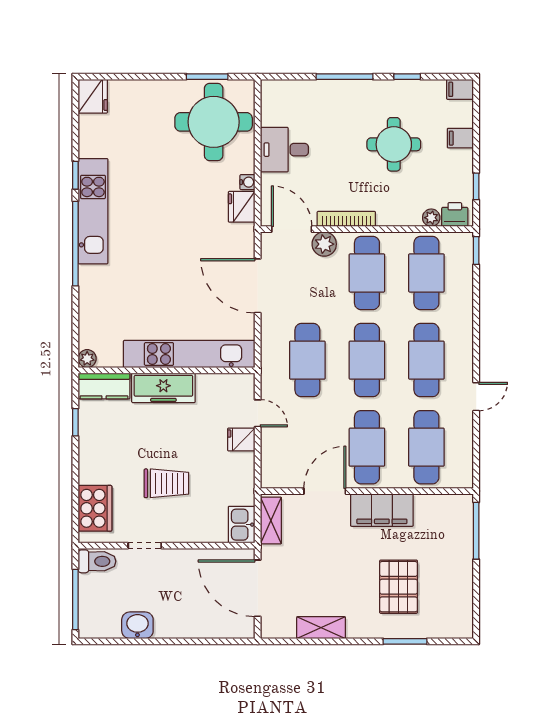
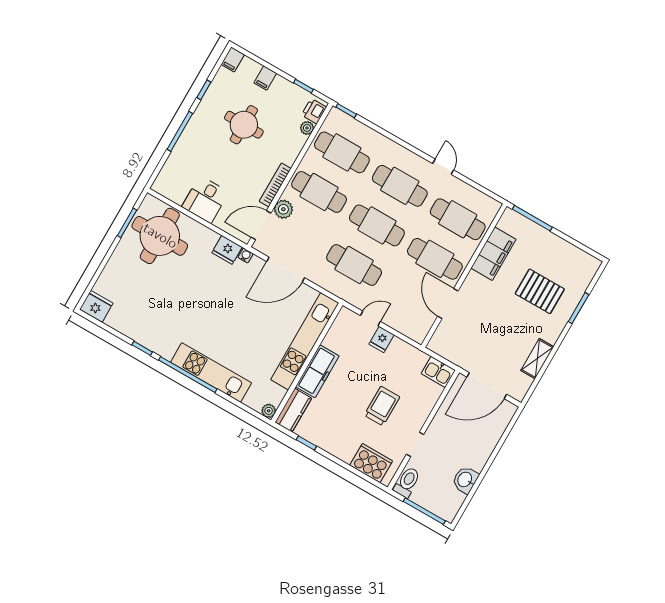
water cooler: (247, 182) -> (246, 255), moved
kitchen unit: (93, 211) -> (211, 372), moved
filing cabinet: (382, 510) -> (494, 254), moved
shelving: (271, 521) -> (447, 351), removed

